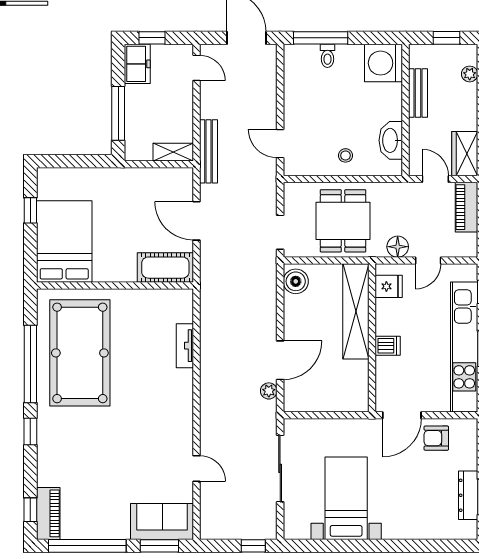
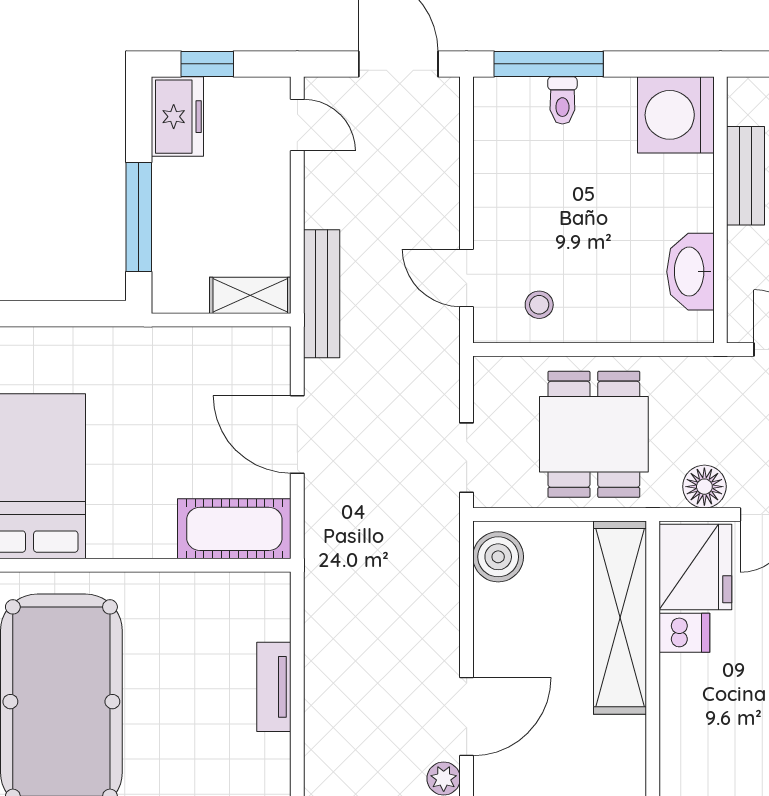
stool: (346, 155) -> (539, 305), moved
fridge: (389, 286) -> (695, 567), width x1.88, depth x1.34
dishwasher: (388, 346) -> (684, 633), moved

